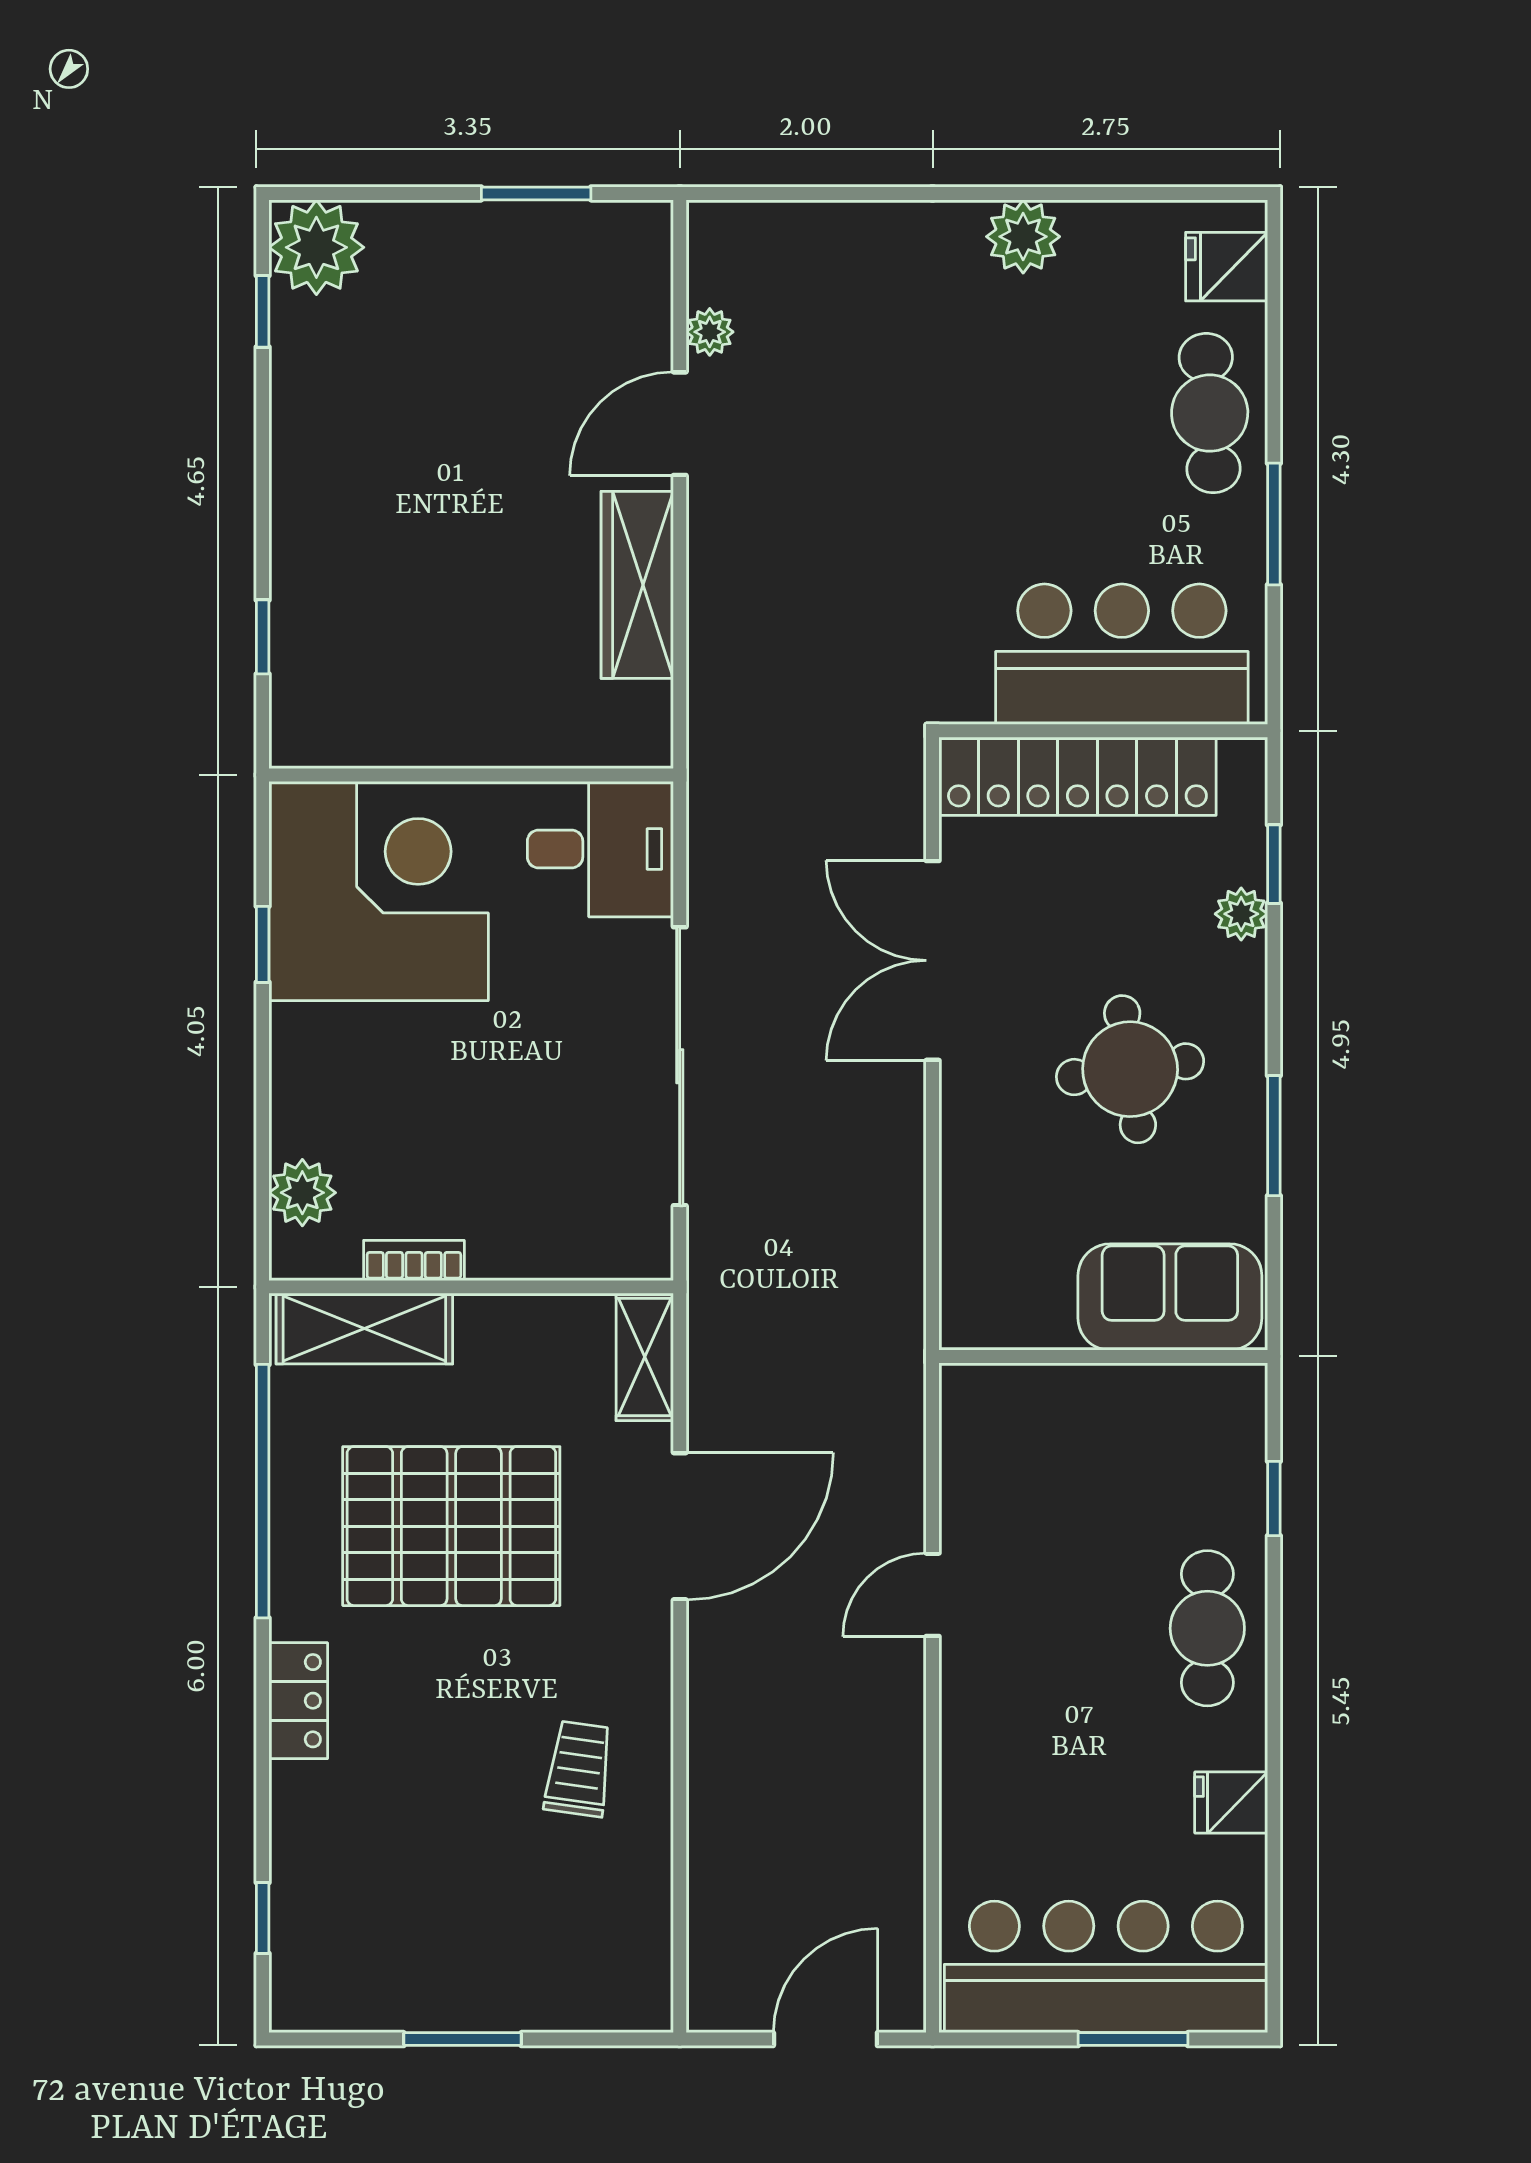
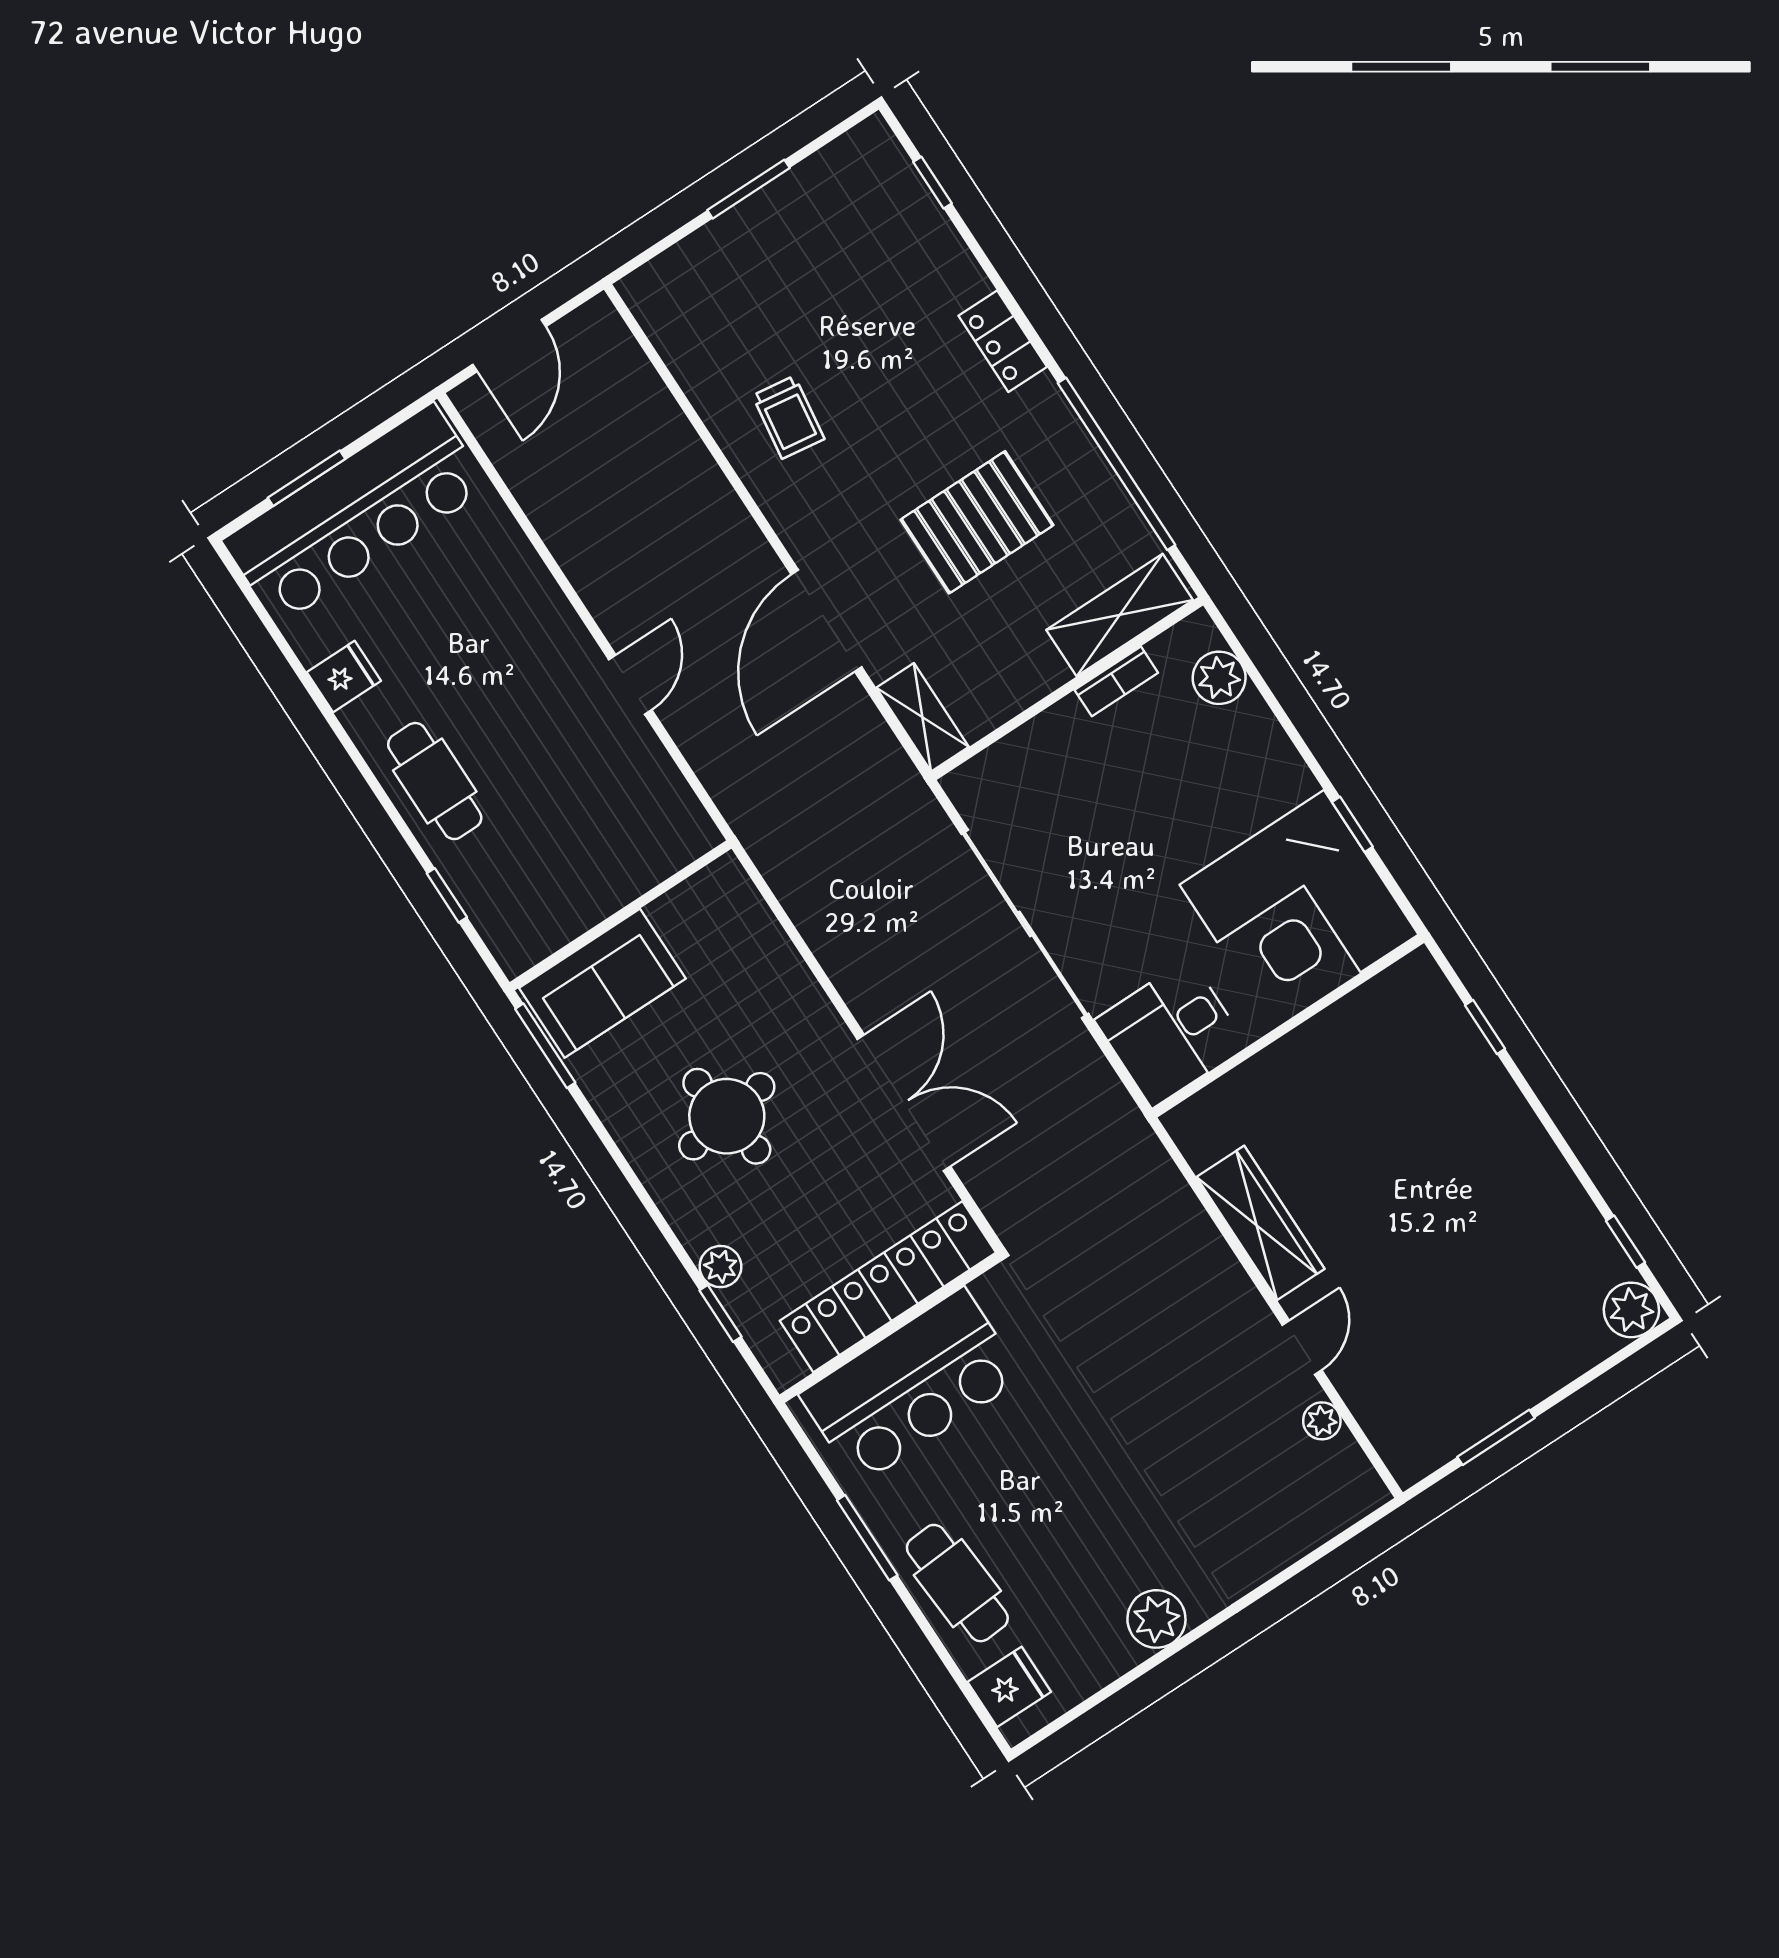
plant: (316, 247) -> (1631, 1310), width x0.73, depth x0.73
door: (680, 424) -> (1302, 1347), width x0.73
window: (1274, 1136) -> (545, 1046), moved
pallet: (451, 1526) -> (977, 522), width x0.73, depth x0.71

